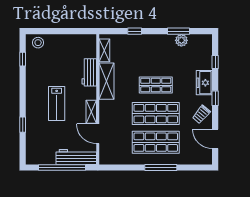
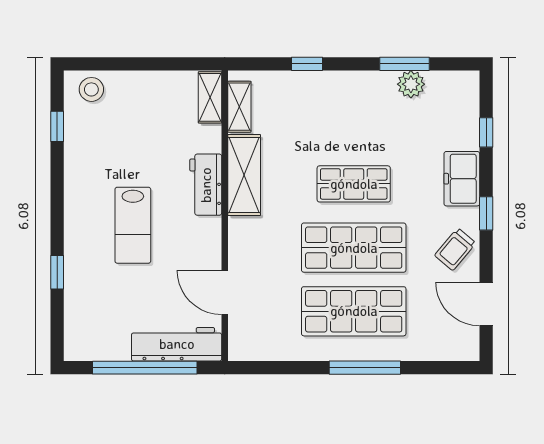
workbench: (89, 72) -> (206, 185), moved
shelving: (91, 112) -> (210, 97), moved

